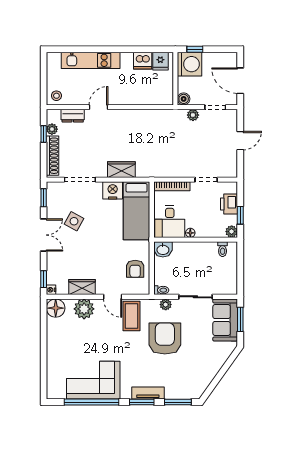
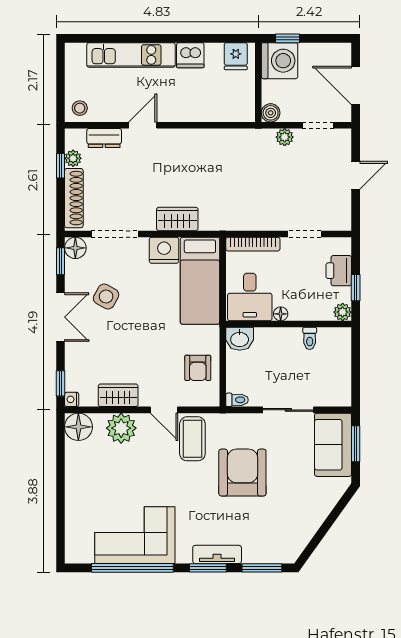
dishwasher: (143, 61) -> (190, 55), moved
floor lamp: (54, 189) -> (75, 248), added
toilet: (223, 249) -> (310, 338), moved
plant: (166, 305) -> (244, 422), removed

